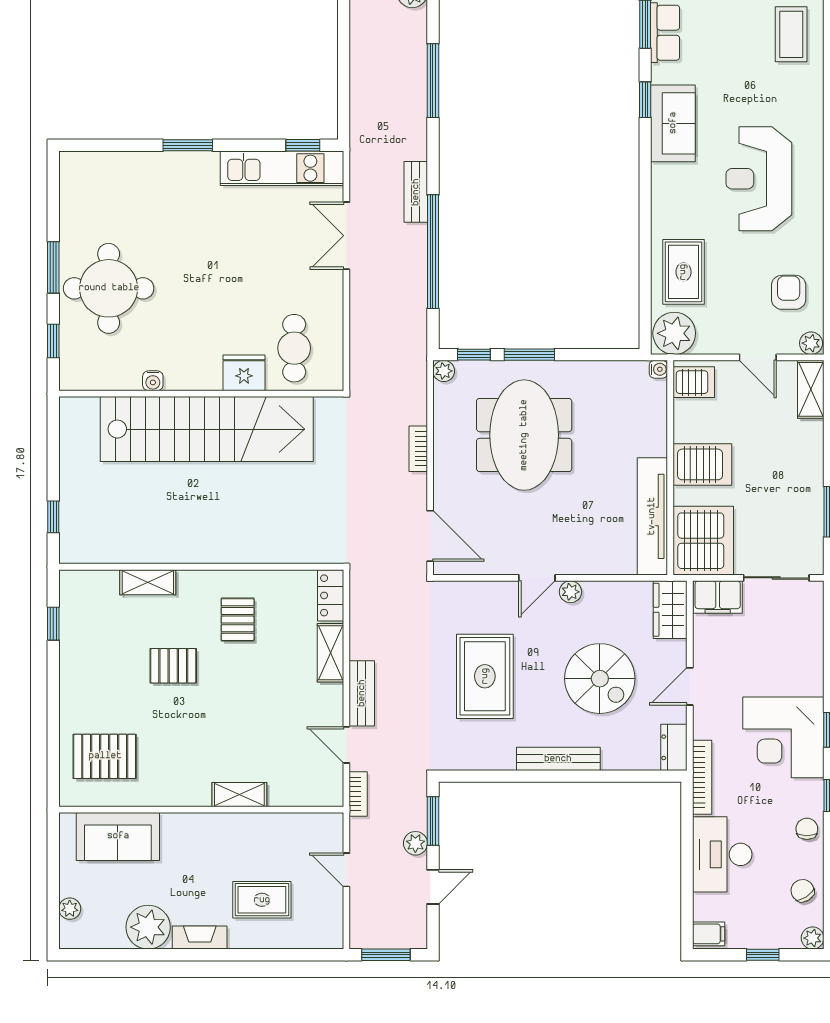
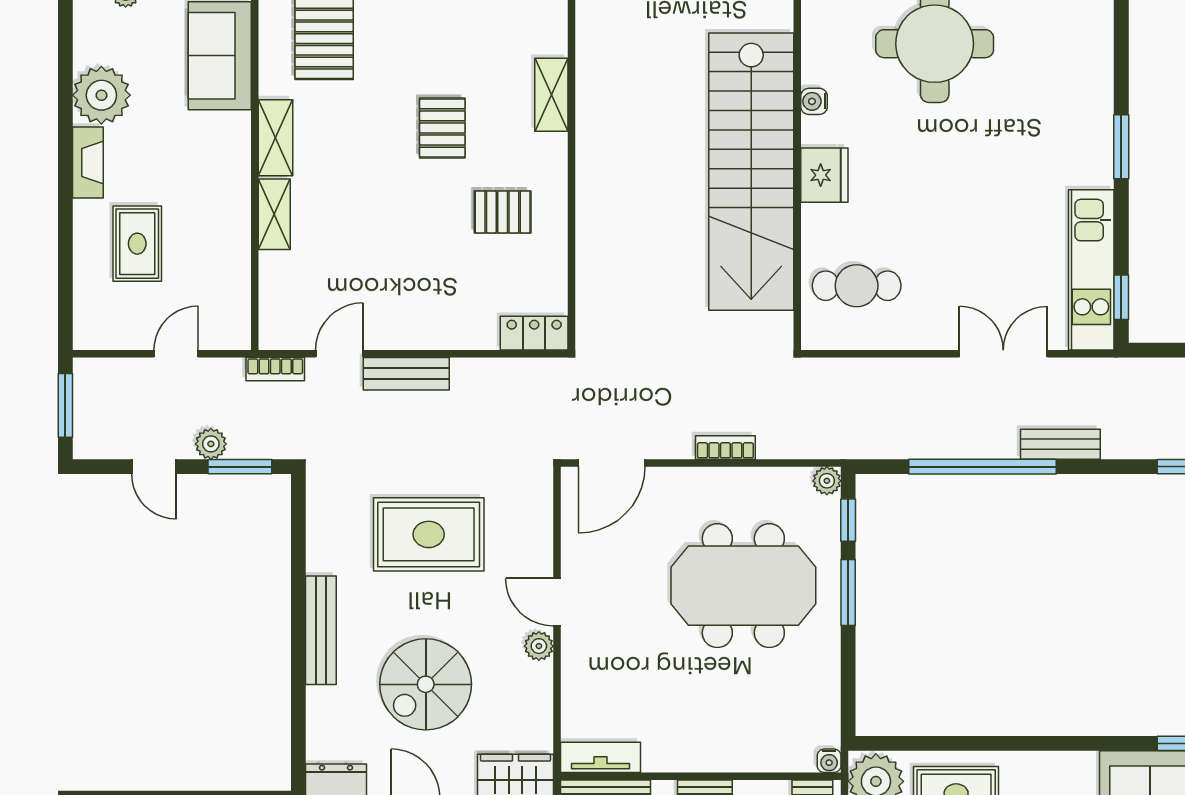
fridge: (244, 373) -> (824, 175), moved
tv unit: (652, 516) -> (600, 757), width x0.52, depth x0.78
shelving: (330, 653) -> (276, 138), moved, turned 90

